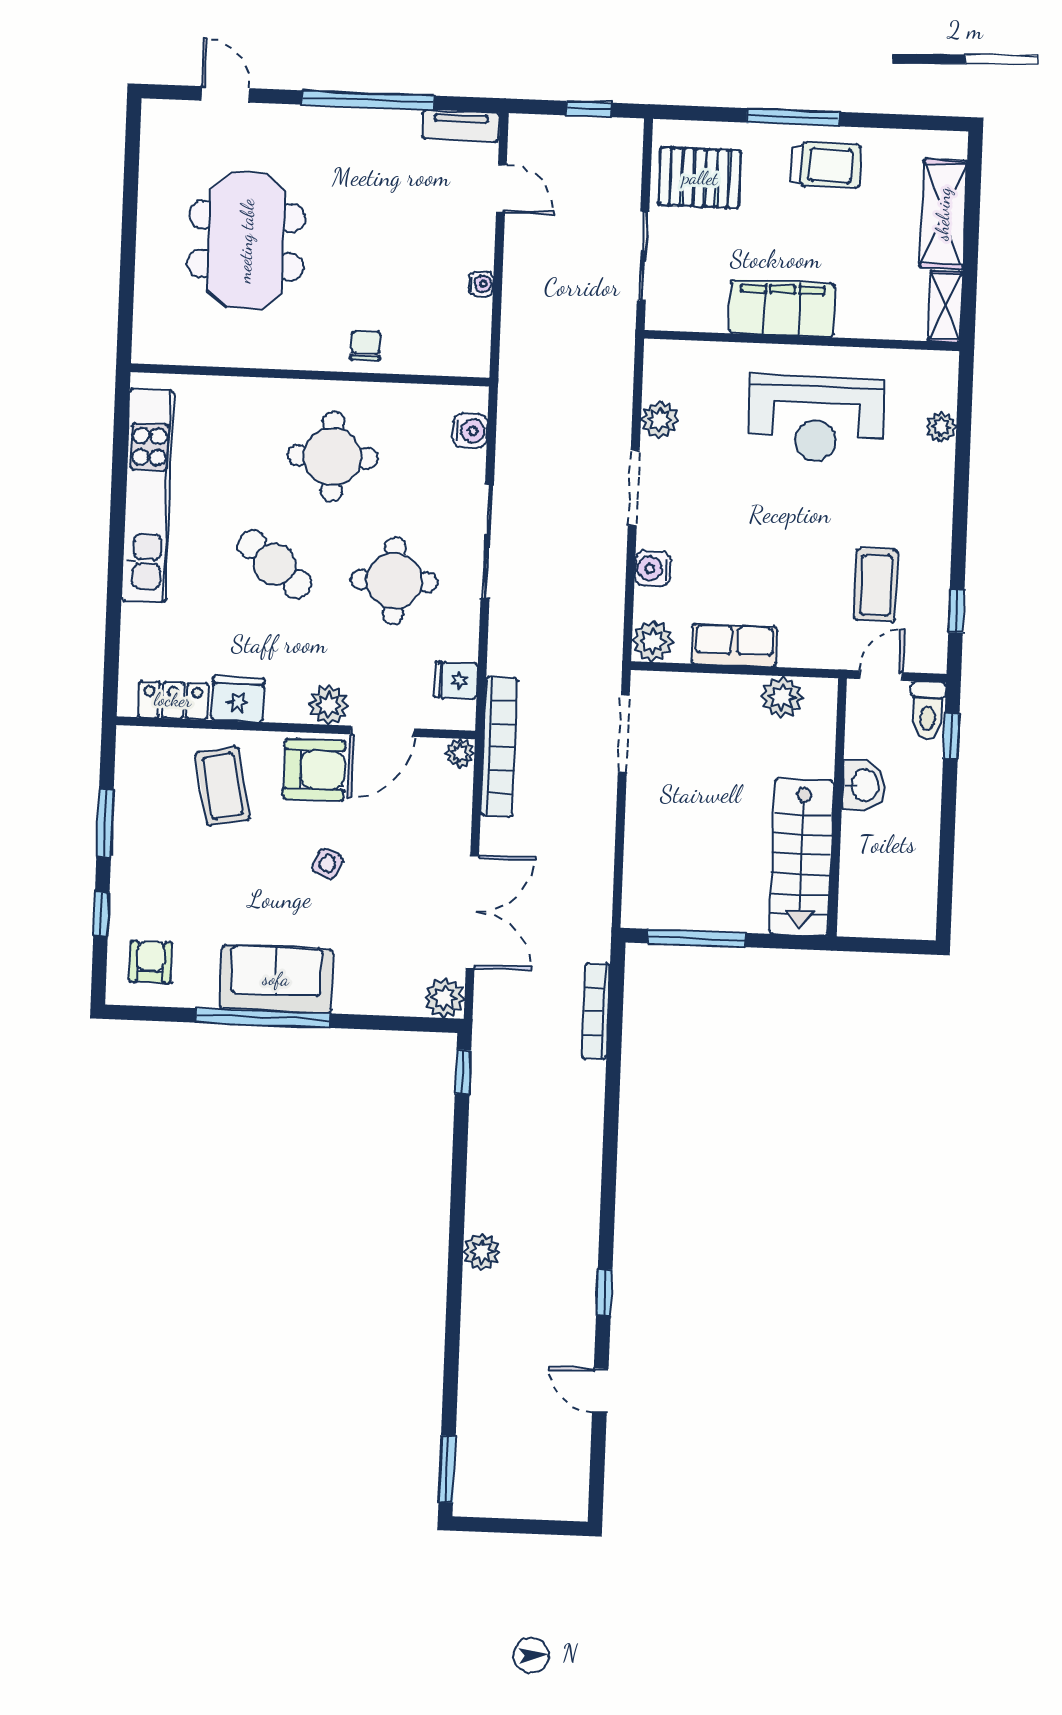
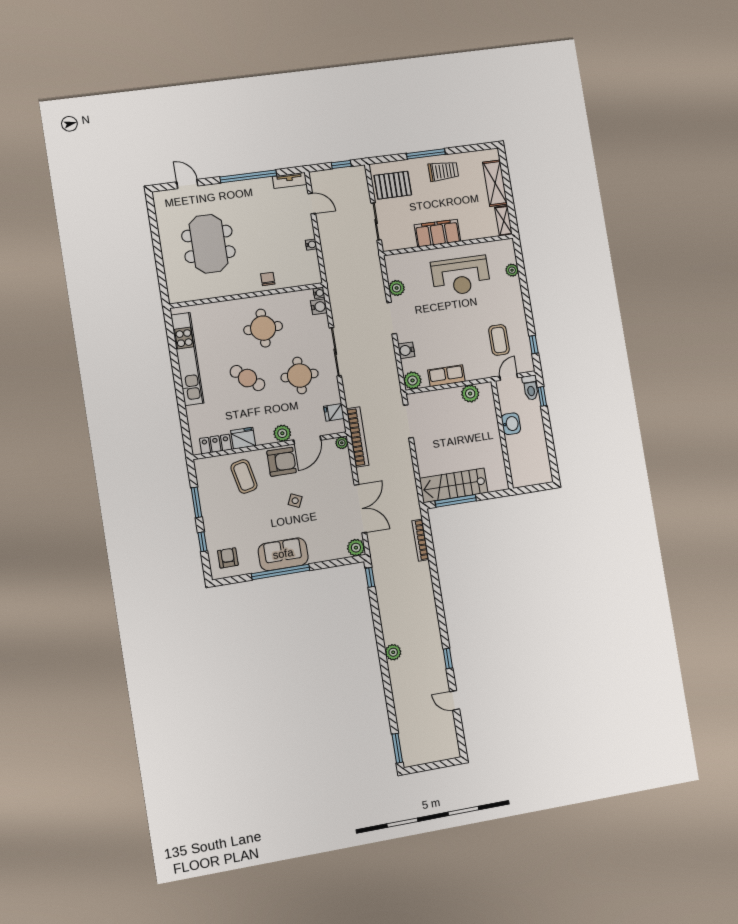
water cooler: (477, 399) -> (319, 293), added
stairs: (802, 857) -> (454, 485), moved, turned 90

